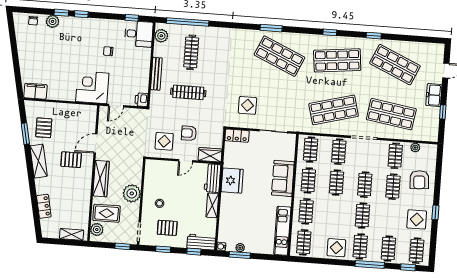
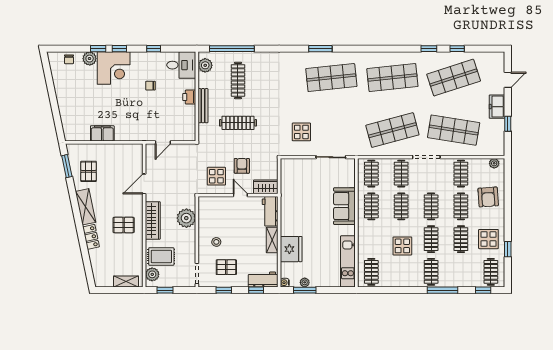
window: (132, 18) -> (154, 49), moved
window: (330, 32) -> (457, 49), moved
shop shelf: (279, 56) -> (331, 78), turned -30
shop shelf: (395, 65) -> (454, 78), turned -42
corner desk: (92, 87) -> (114, 68), moved, turned 180
filing cabinet: (35, 91) -> (102, 133), moved
printer: (141, 100) -> (189, 97), moved
armchair: (189, 133) -> (242, 166), turned 90
window: (25, 134) -> (67, 166), moved
locker: (237, 136) -> (293, 165), removed
plant: (415, 147) -> (494, 163), moved
pallet: (71, 160) -> (124, 225), moved
door: (186, 161) -> (240, 195), swing flipped
fridge: (232, 181) -> (291, 249), moved
plant: (132, 193) -> (186, 218), moved
locker: (44, 206) -> (91, 237), moved
clothes rail: (306, 211) -> (371, 239), removed
window: (435, 212) -> (508, 249), moved
window: (123, 246) -> (165, 290), moved
display table: (336, 248) -> (402, 246), moved
clothes rail: (388, 249) -> (461, 239), moved

